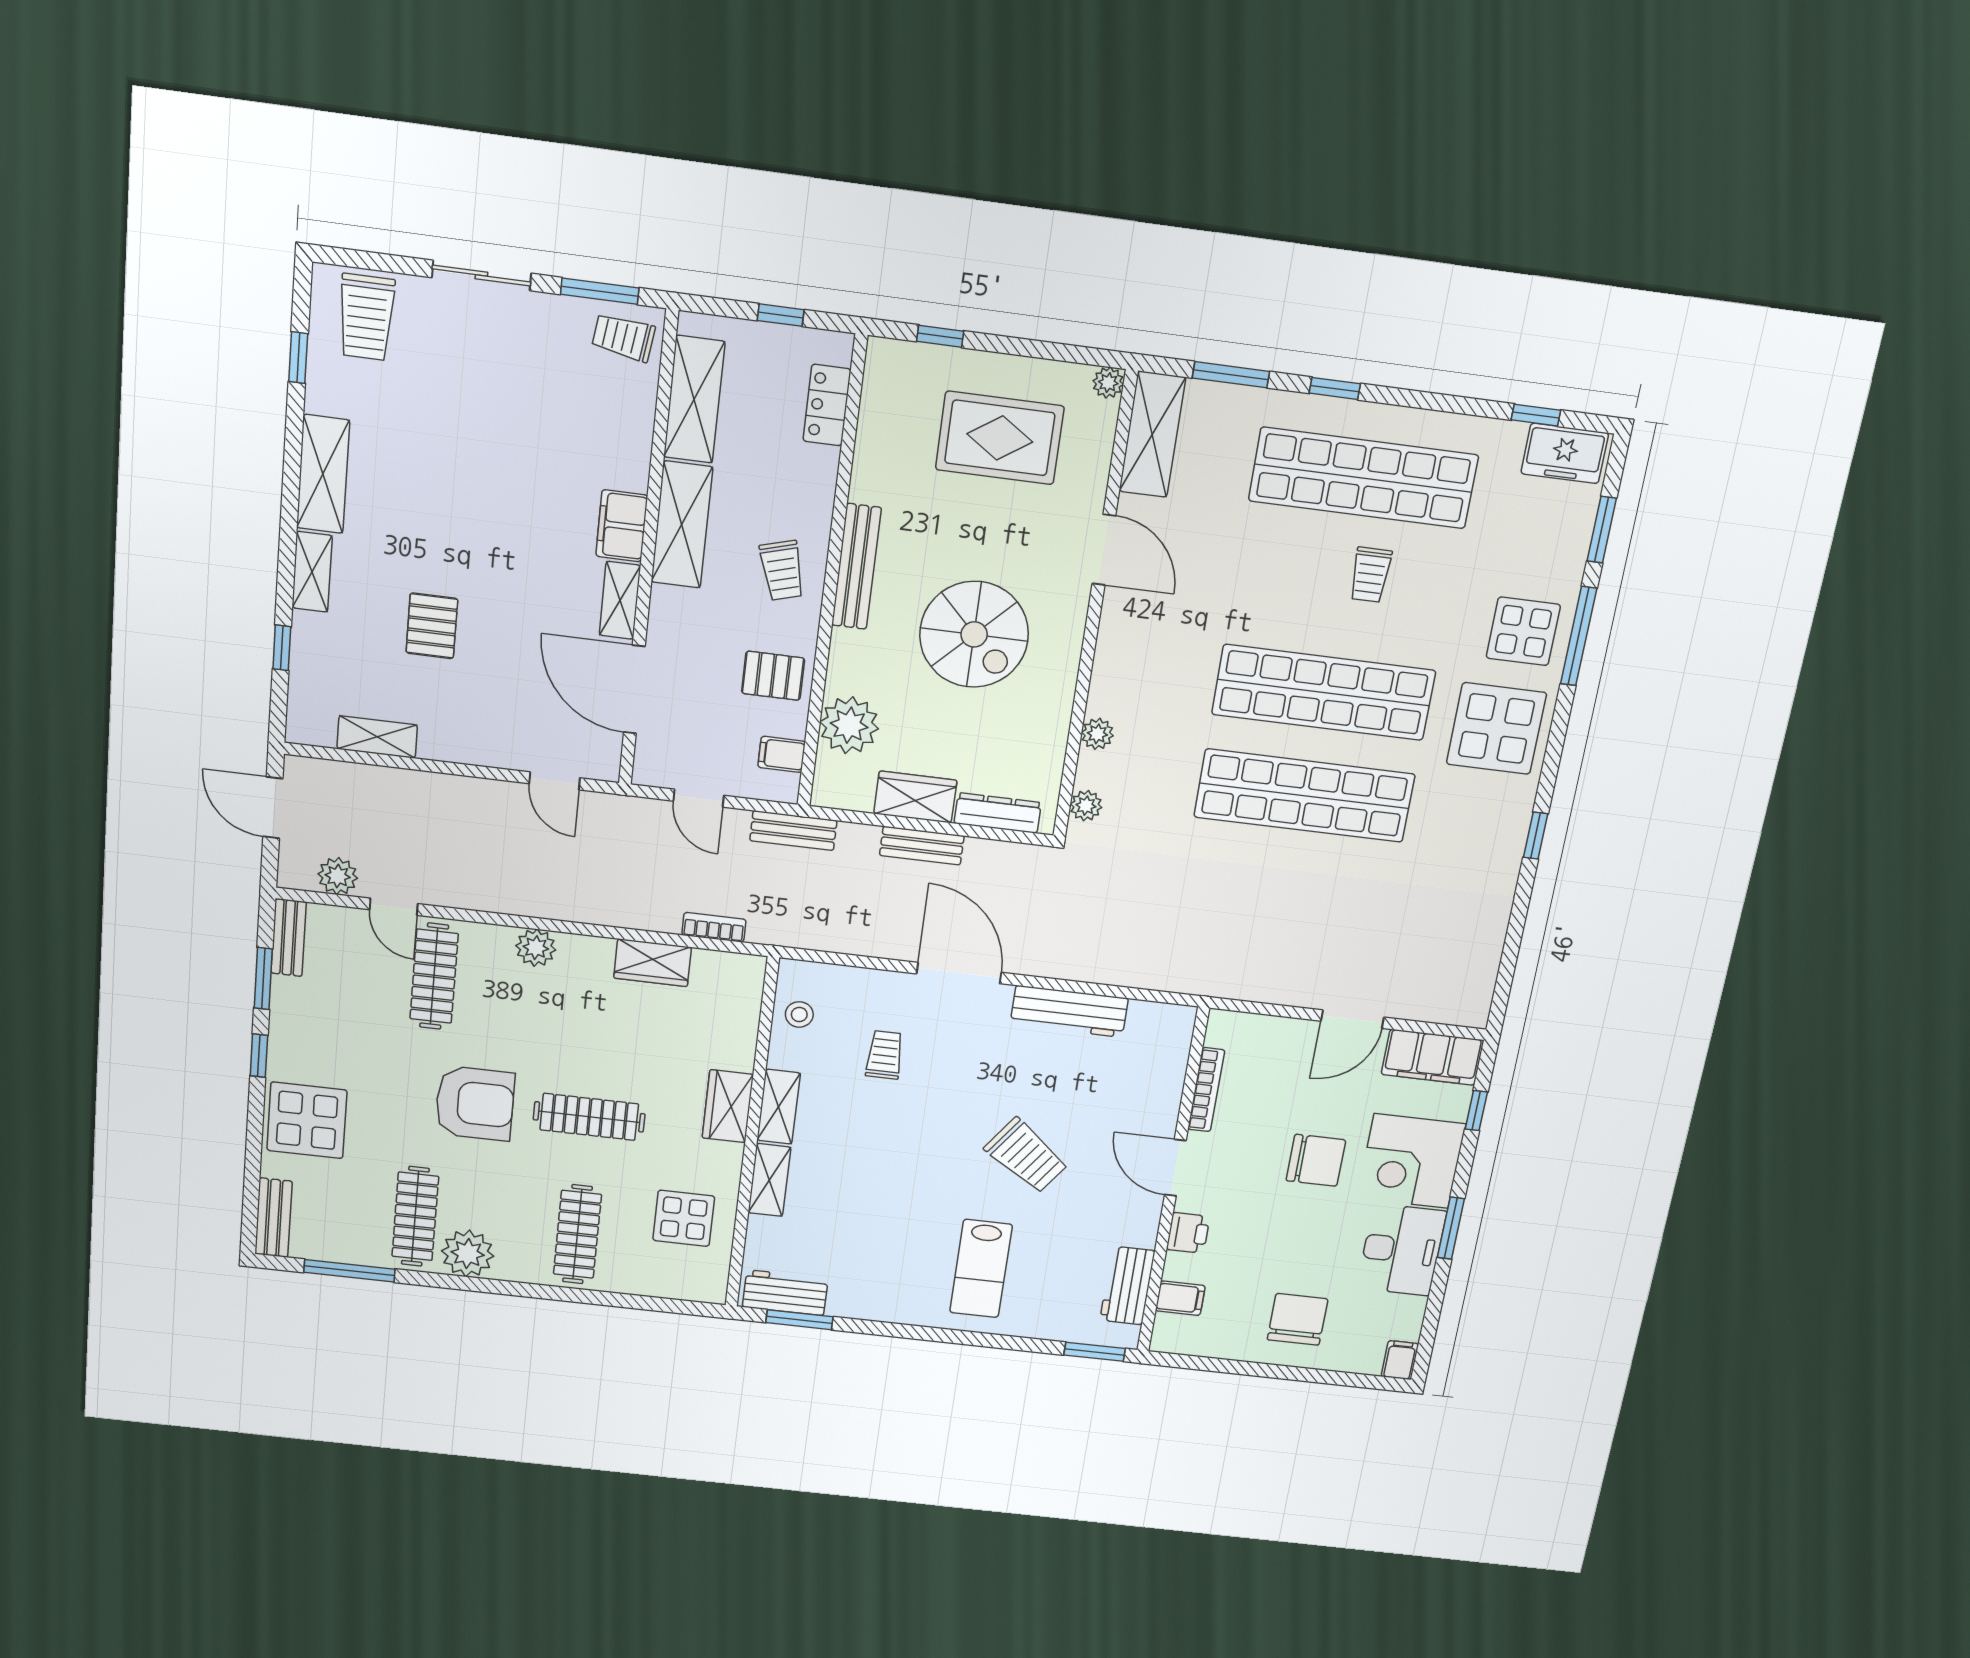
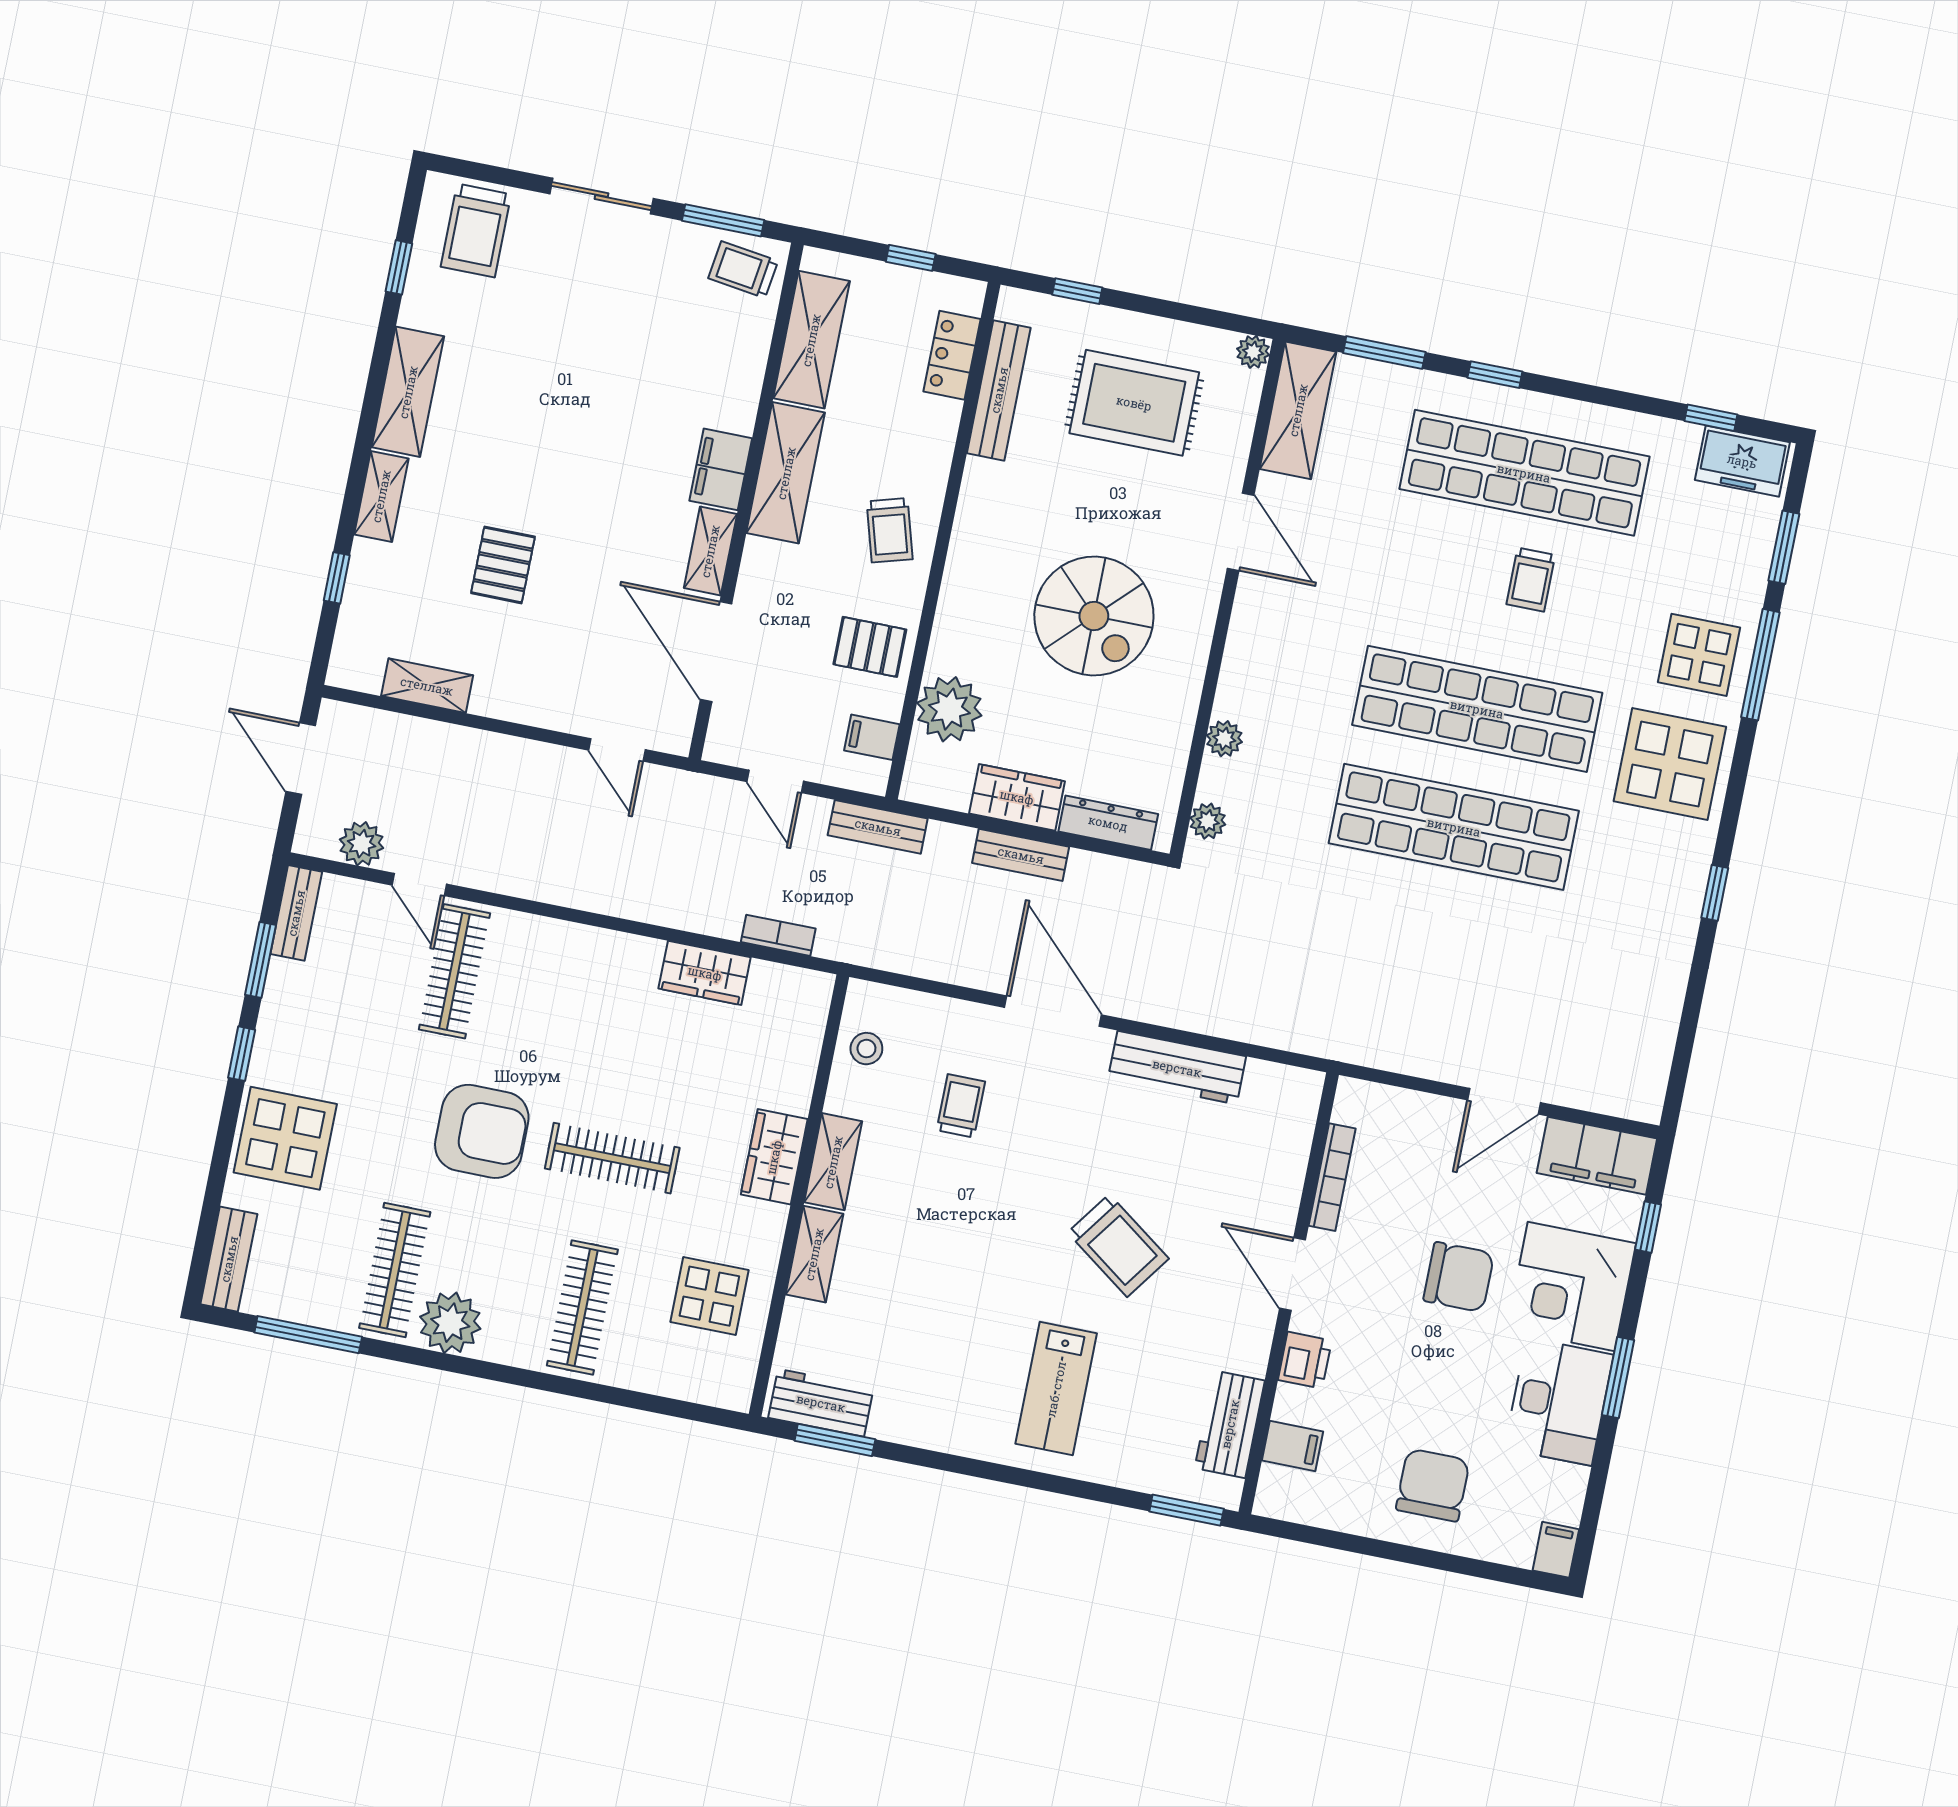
bench: (856, 567) -> (999, 390), moved
plant: (536, 948) -> (574, 945), removed

